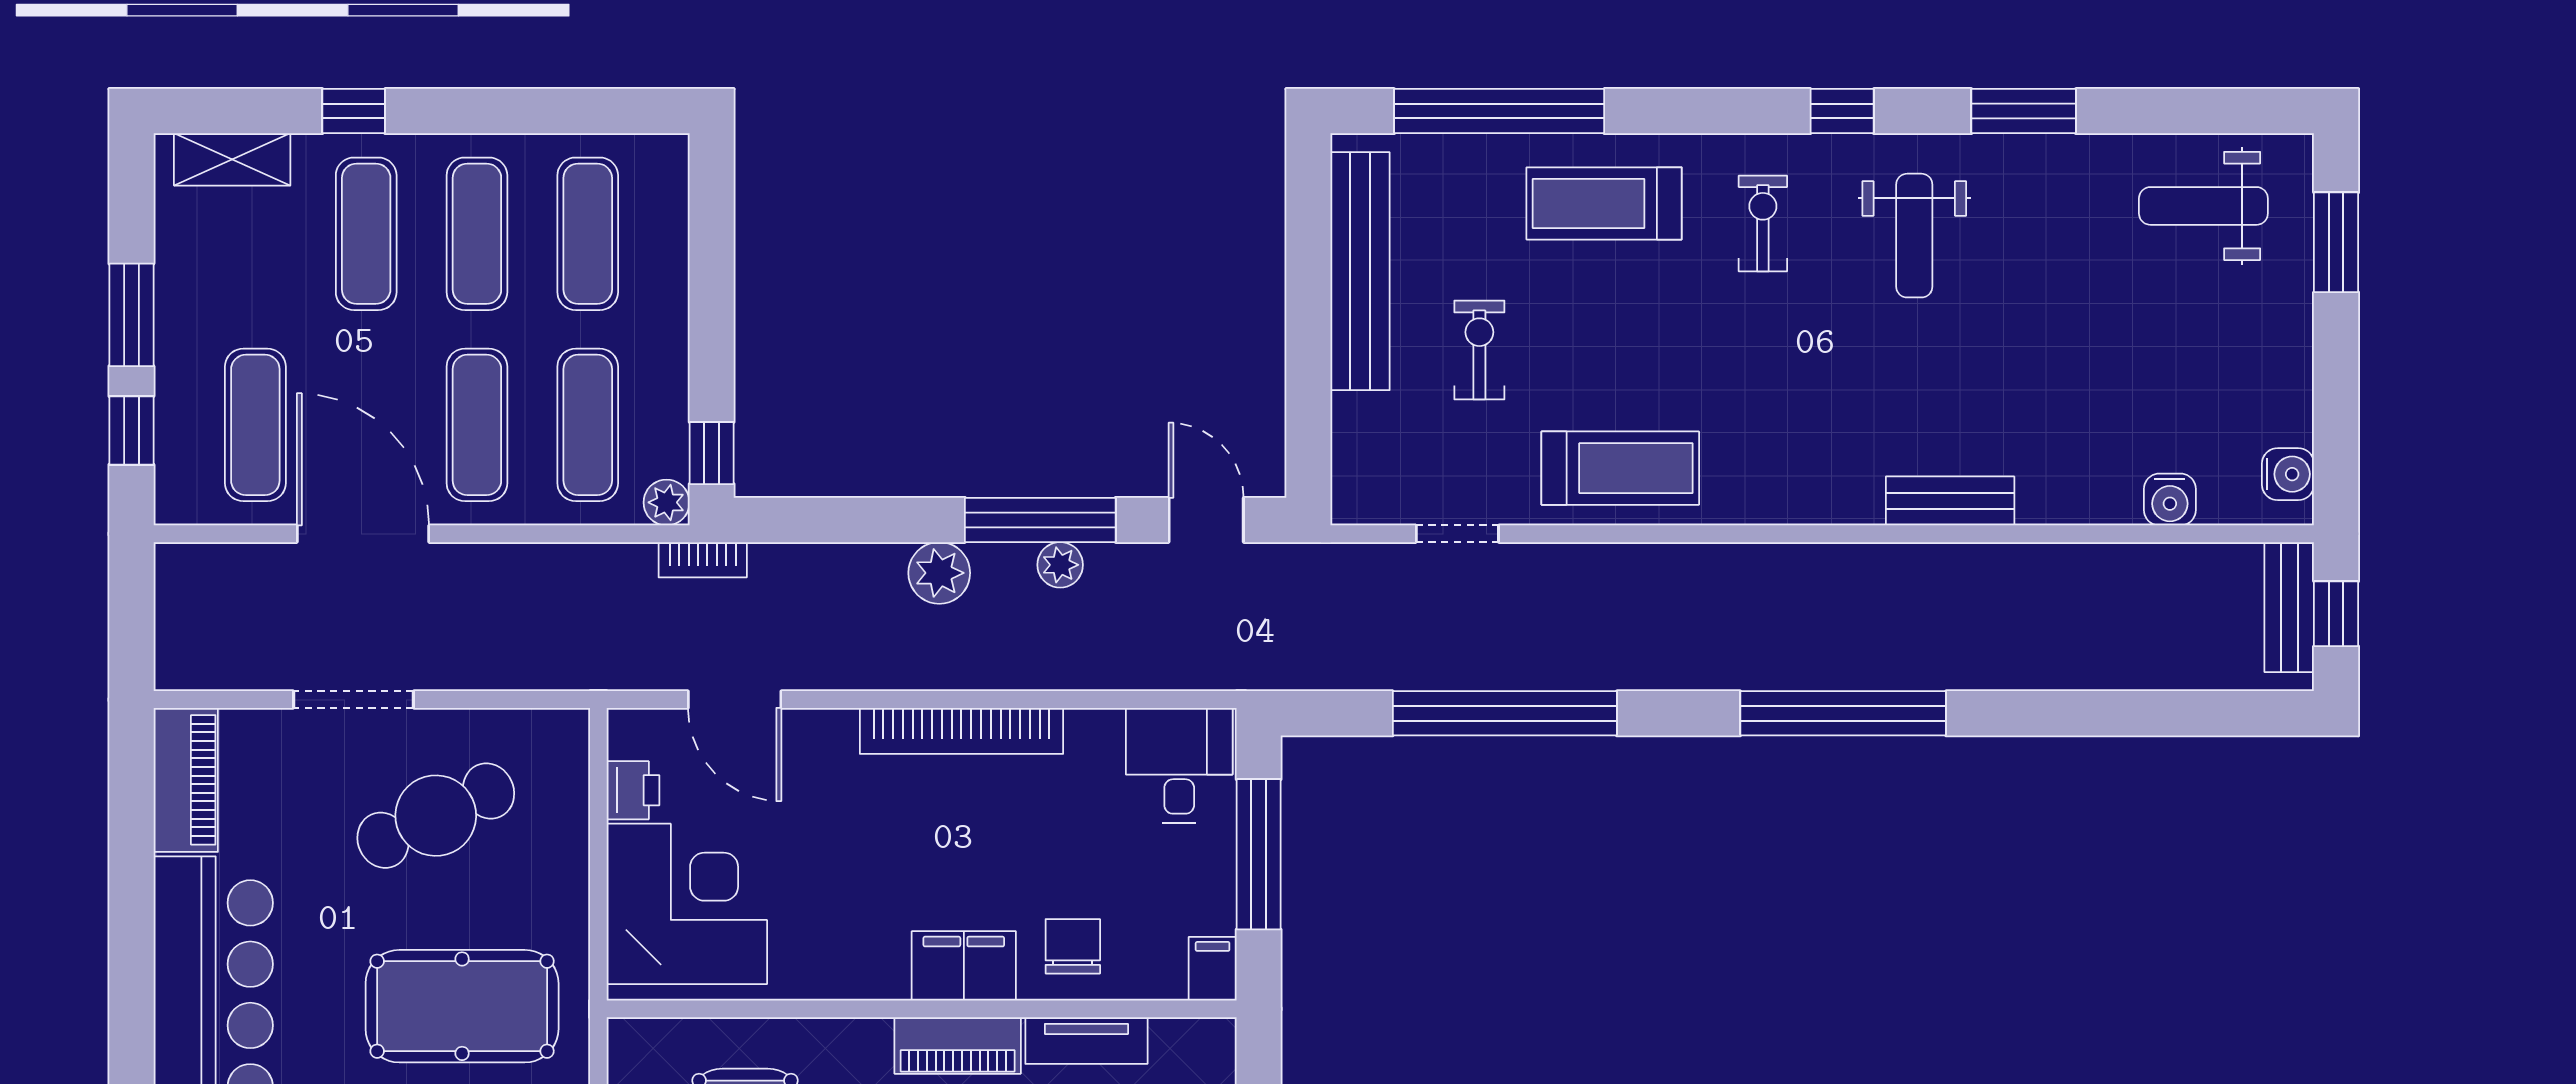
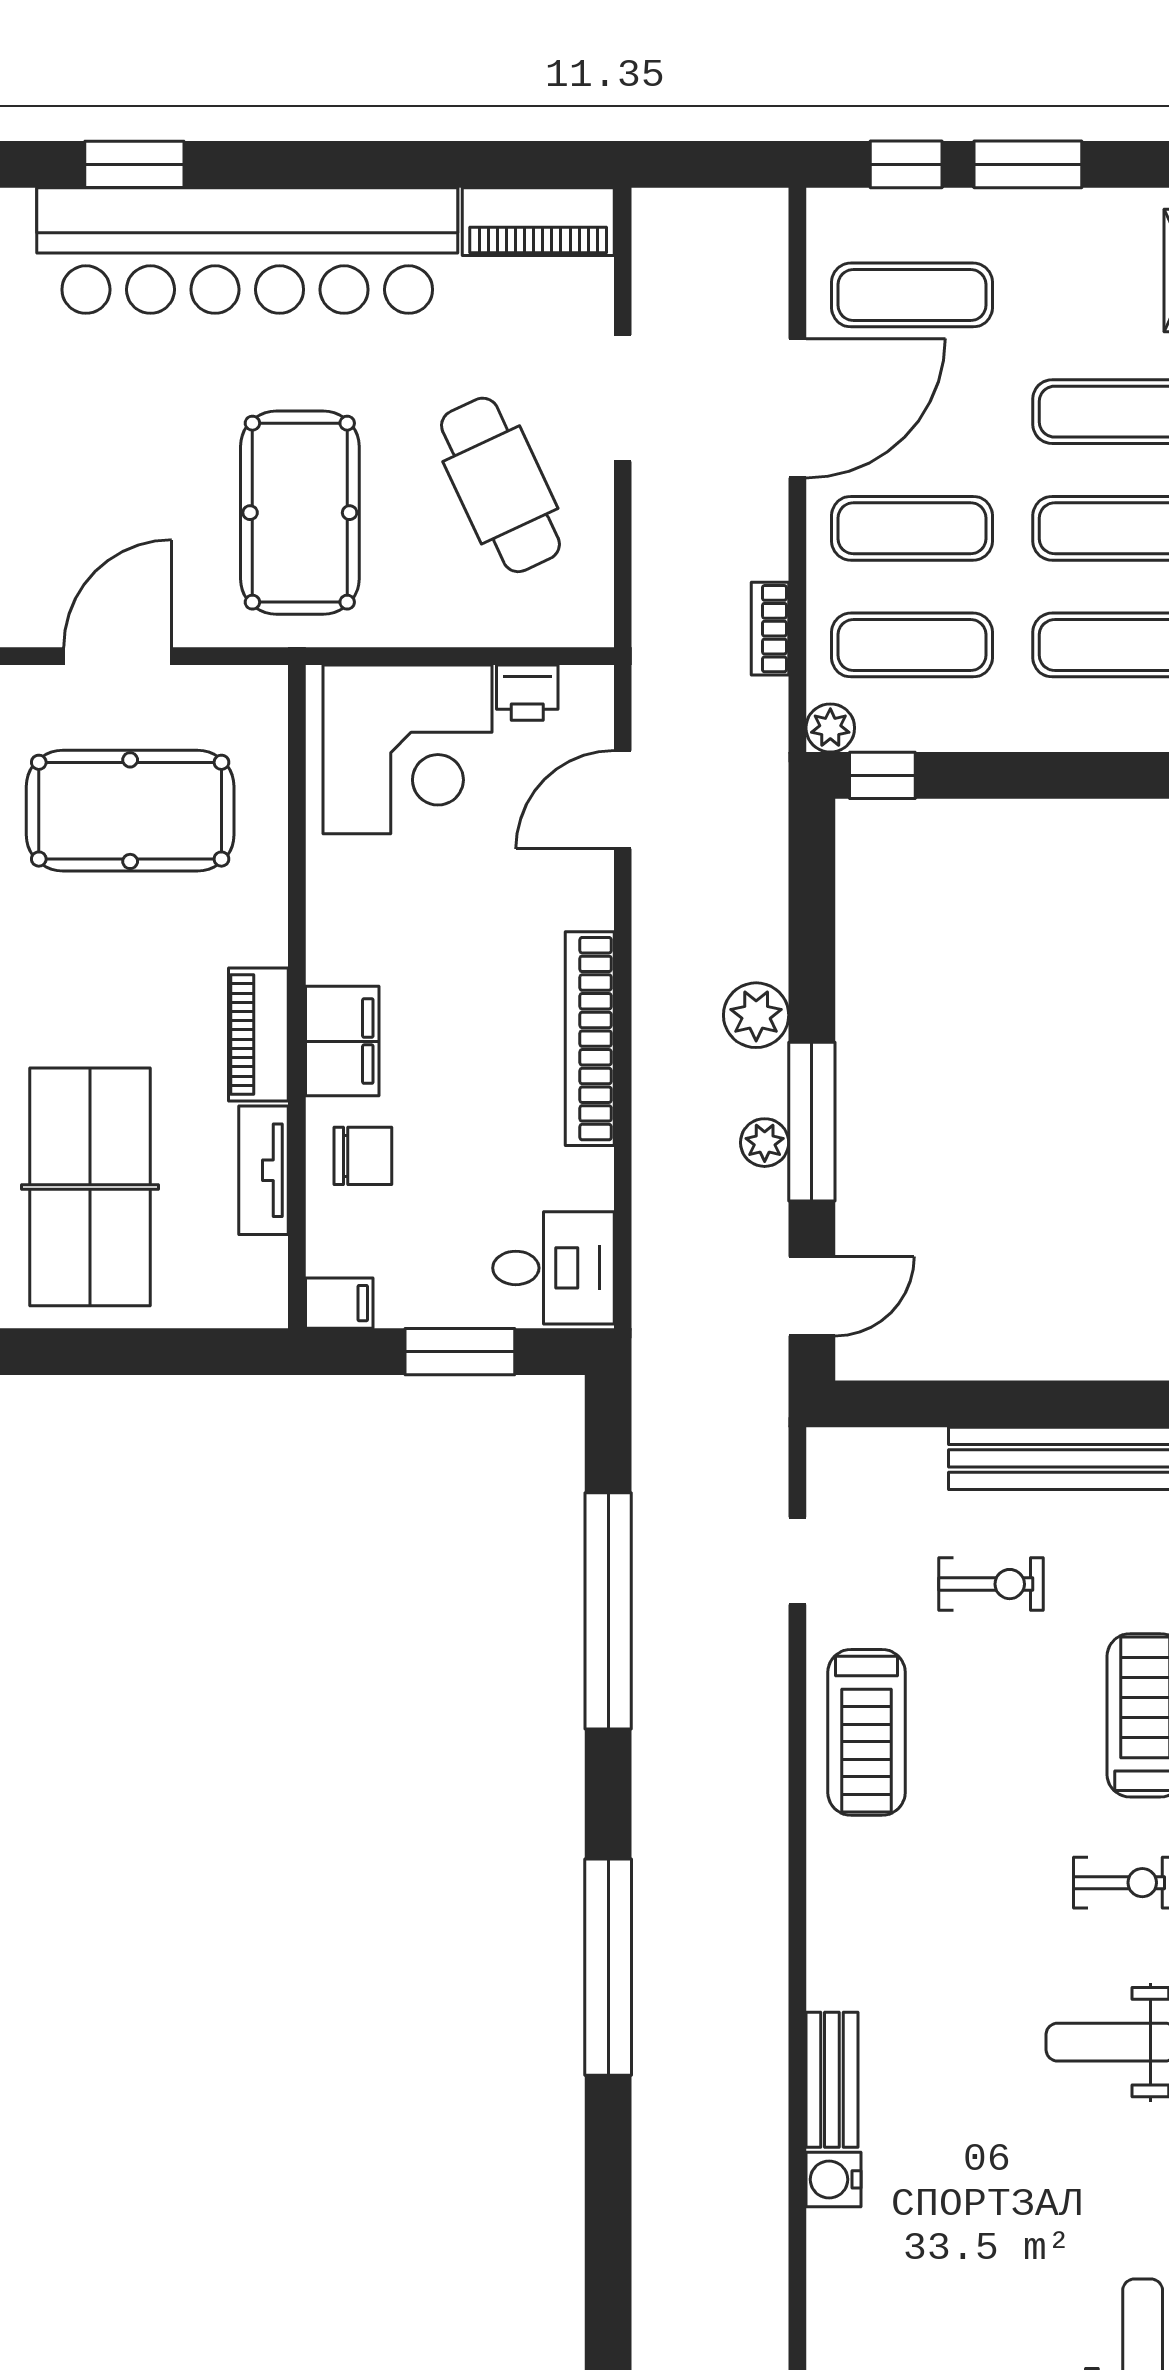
water cooler: (2170, 500) -> (833, 2179), moved
bookcase: (703, 560) -> (770, 629), moved
window: (1259, 854) -> (460, 1352), width x0.69

